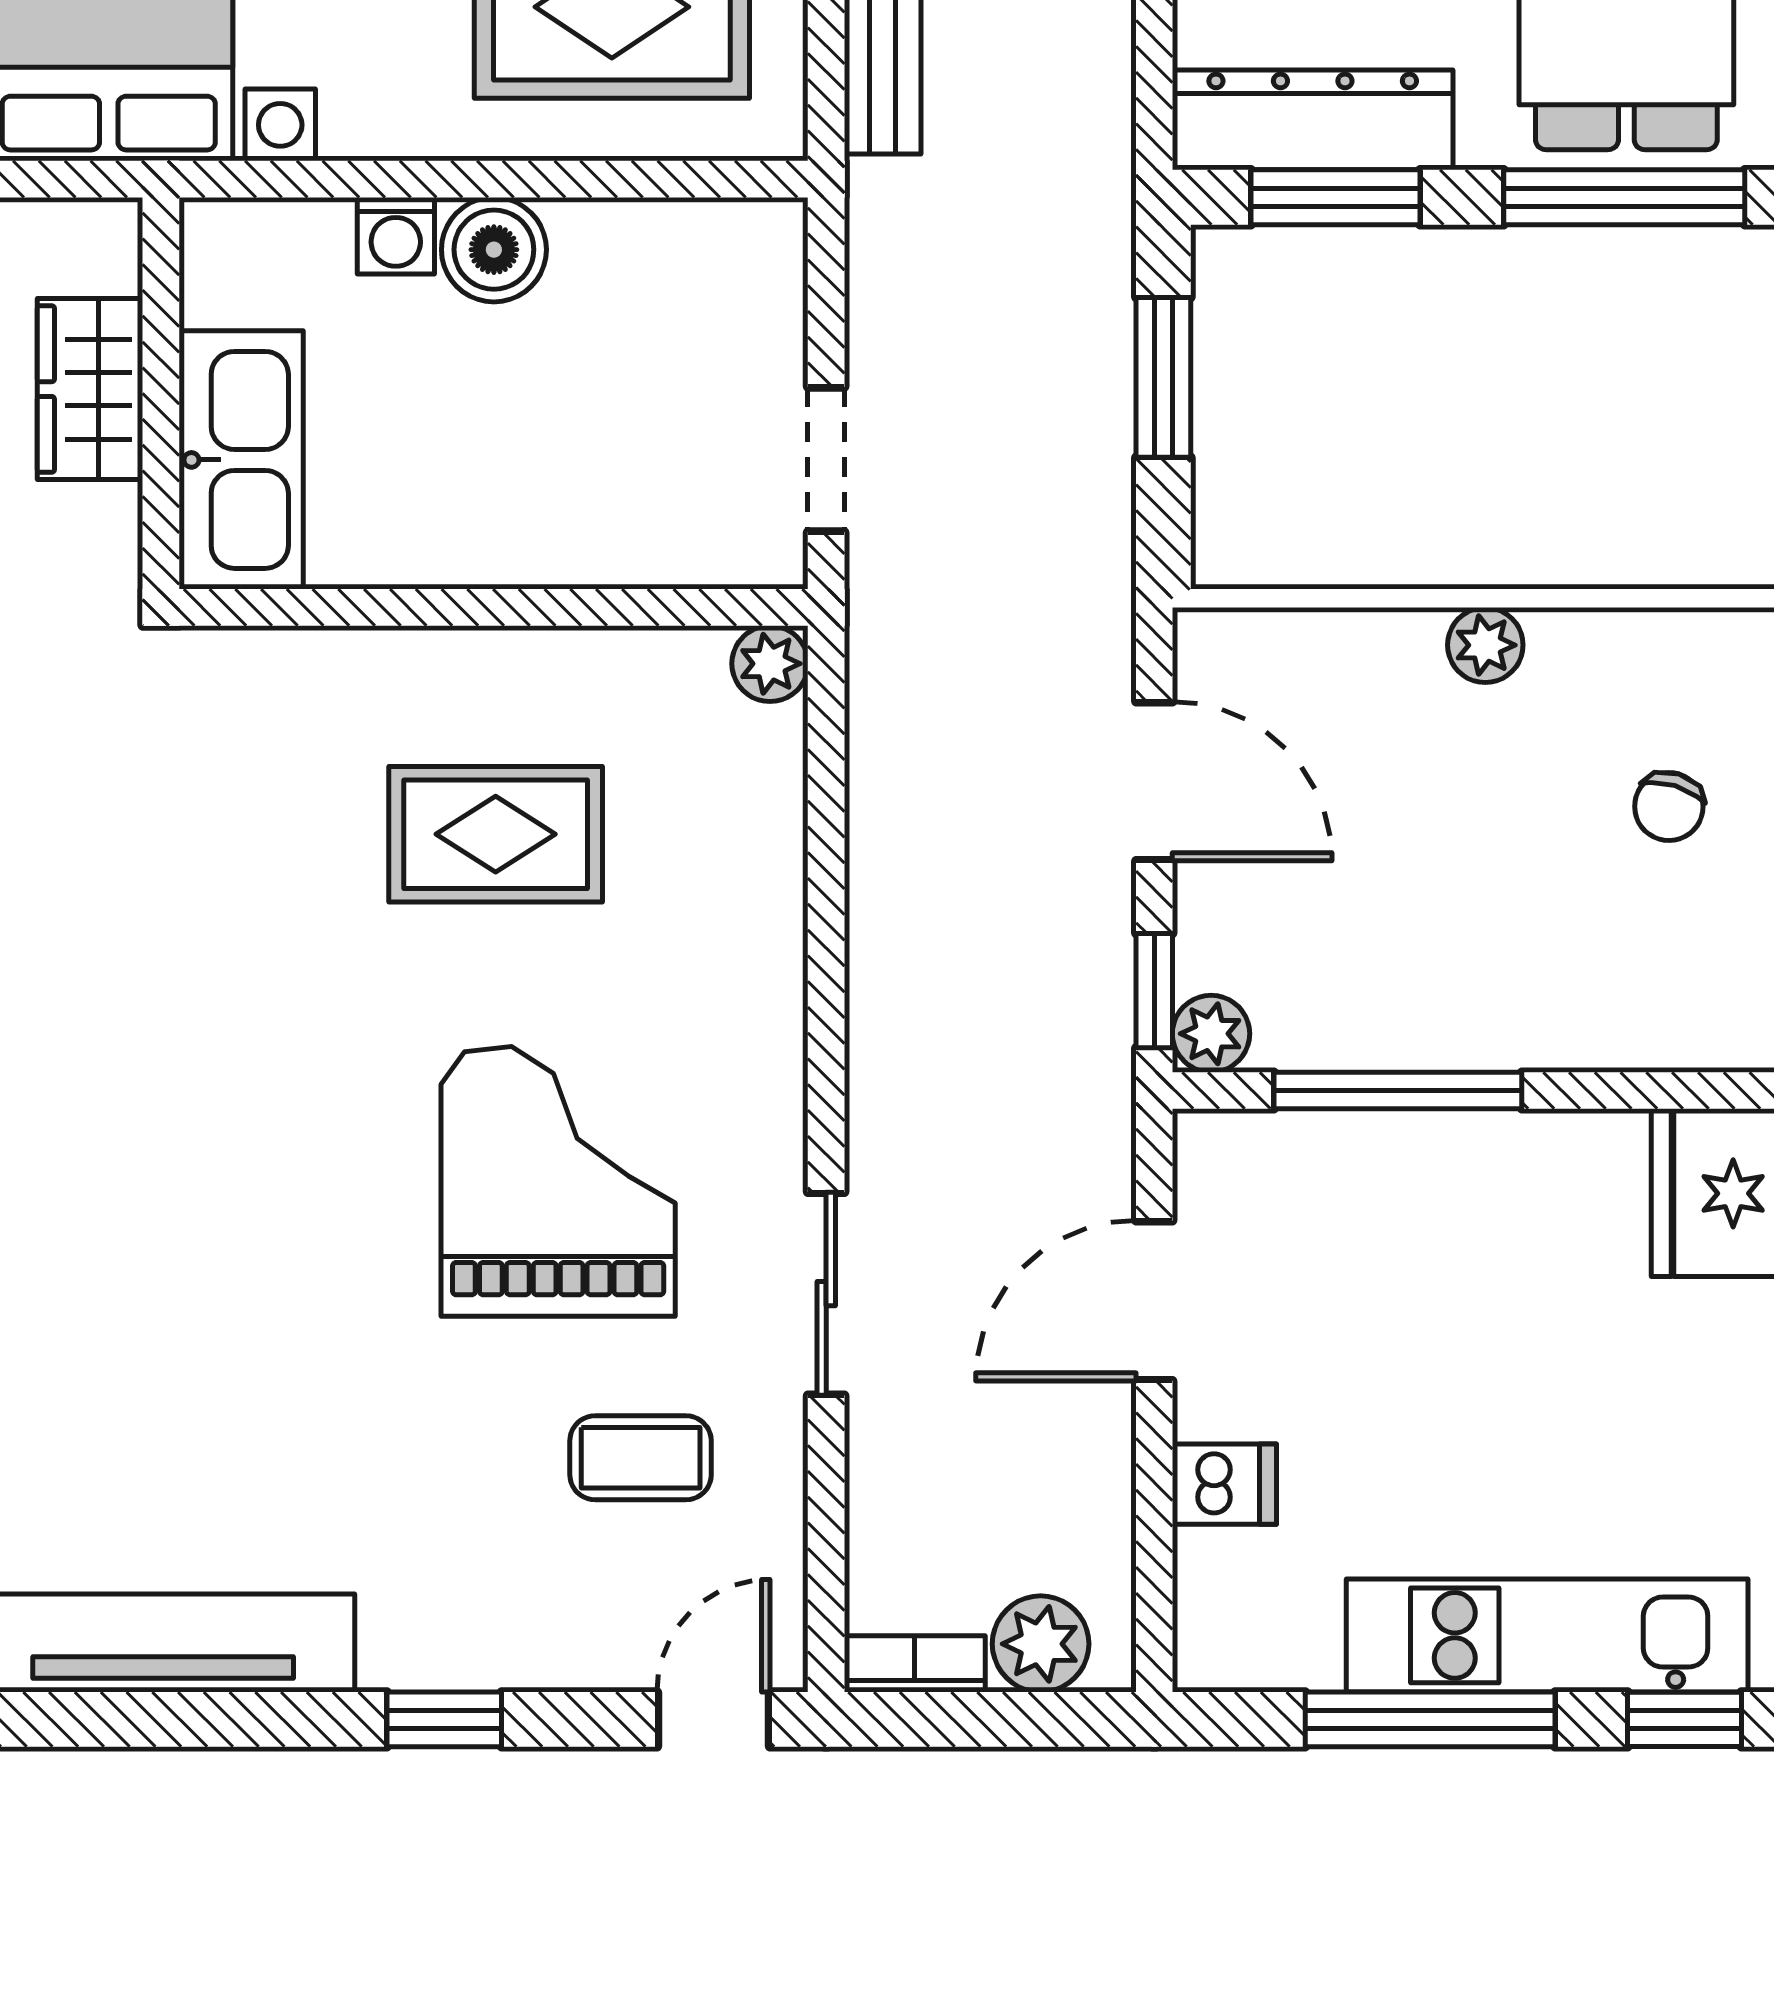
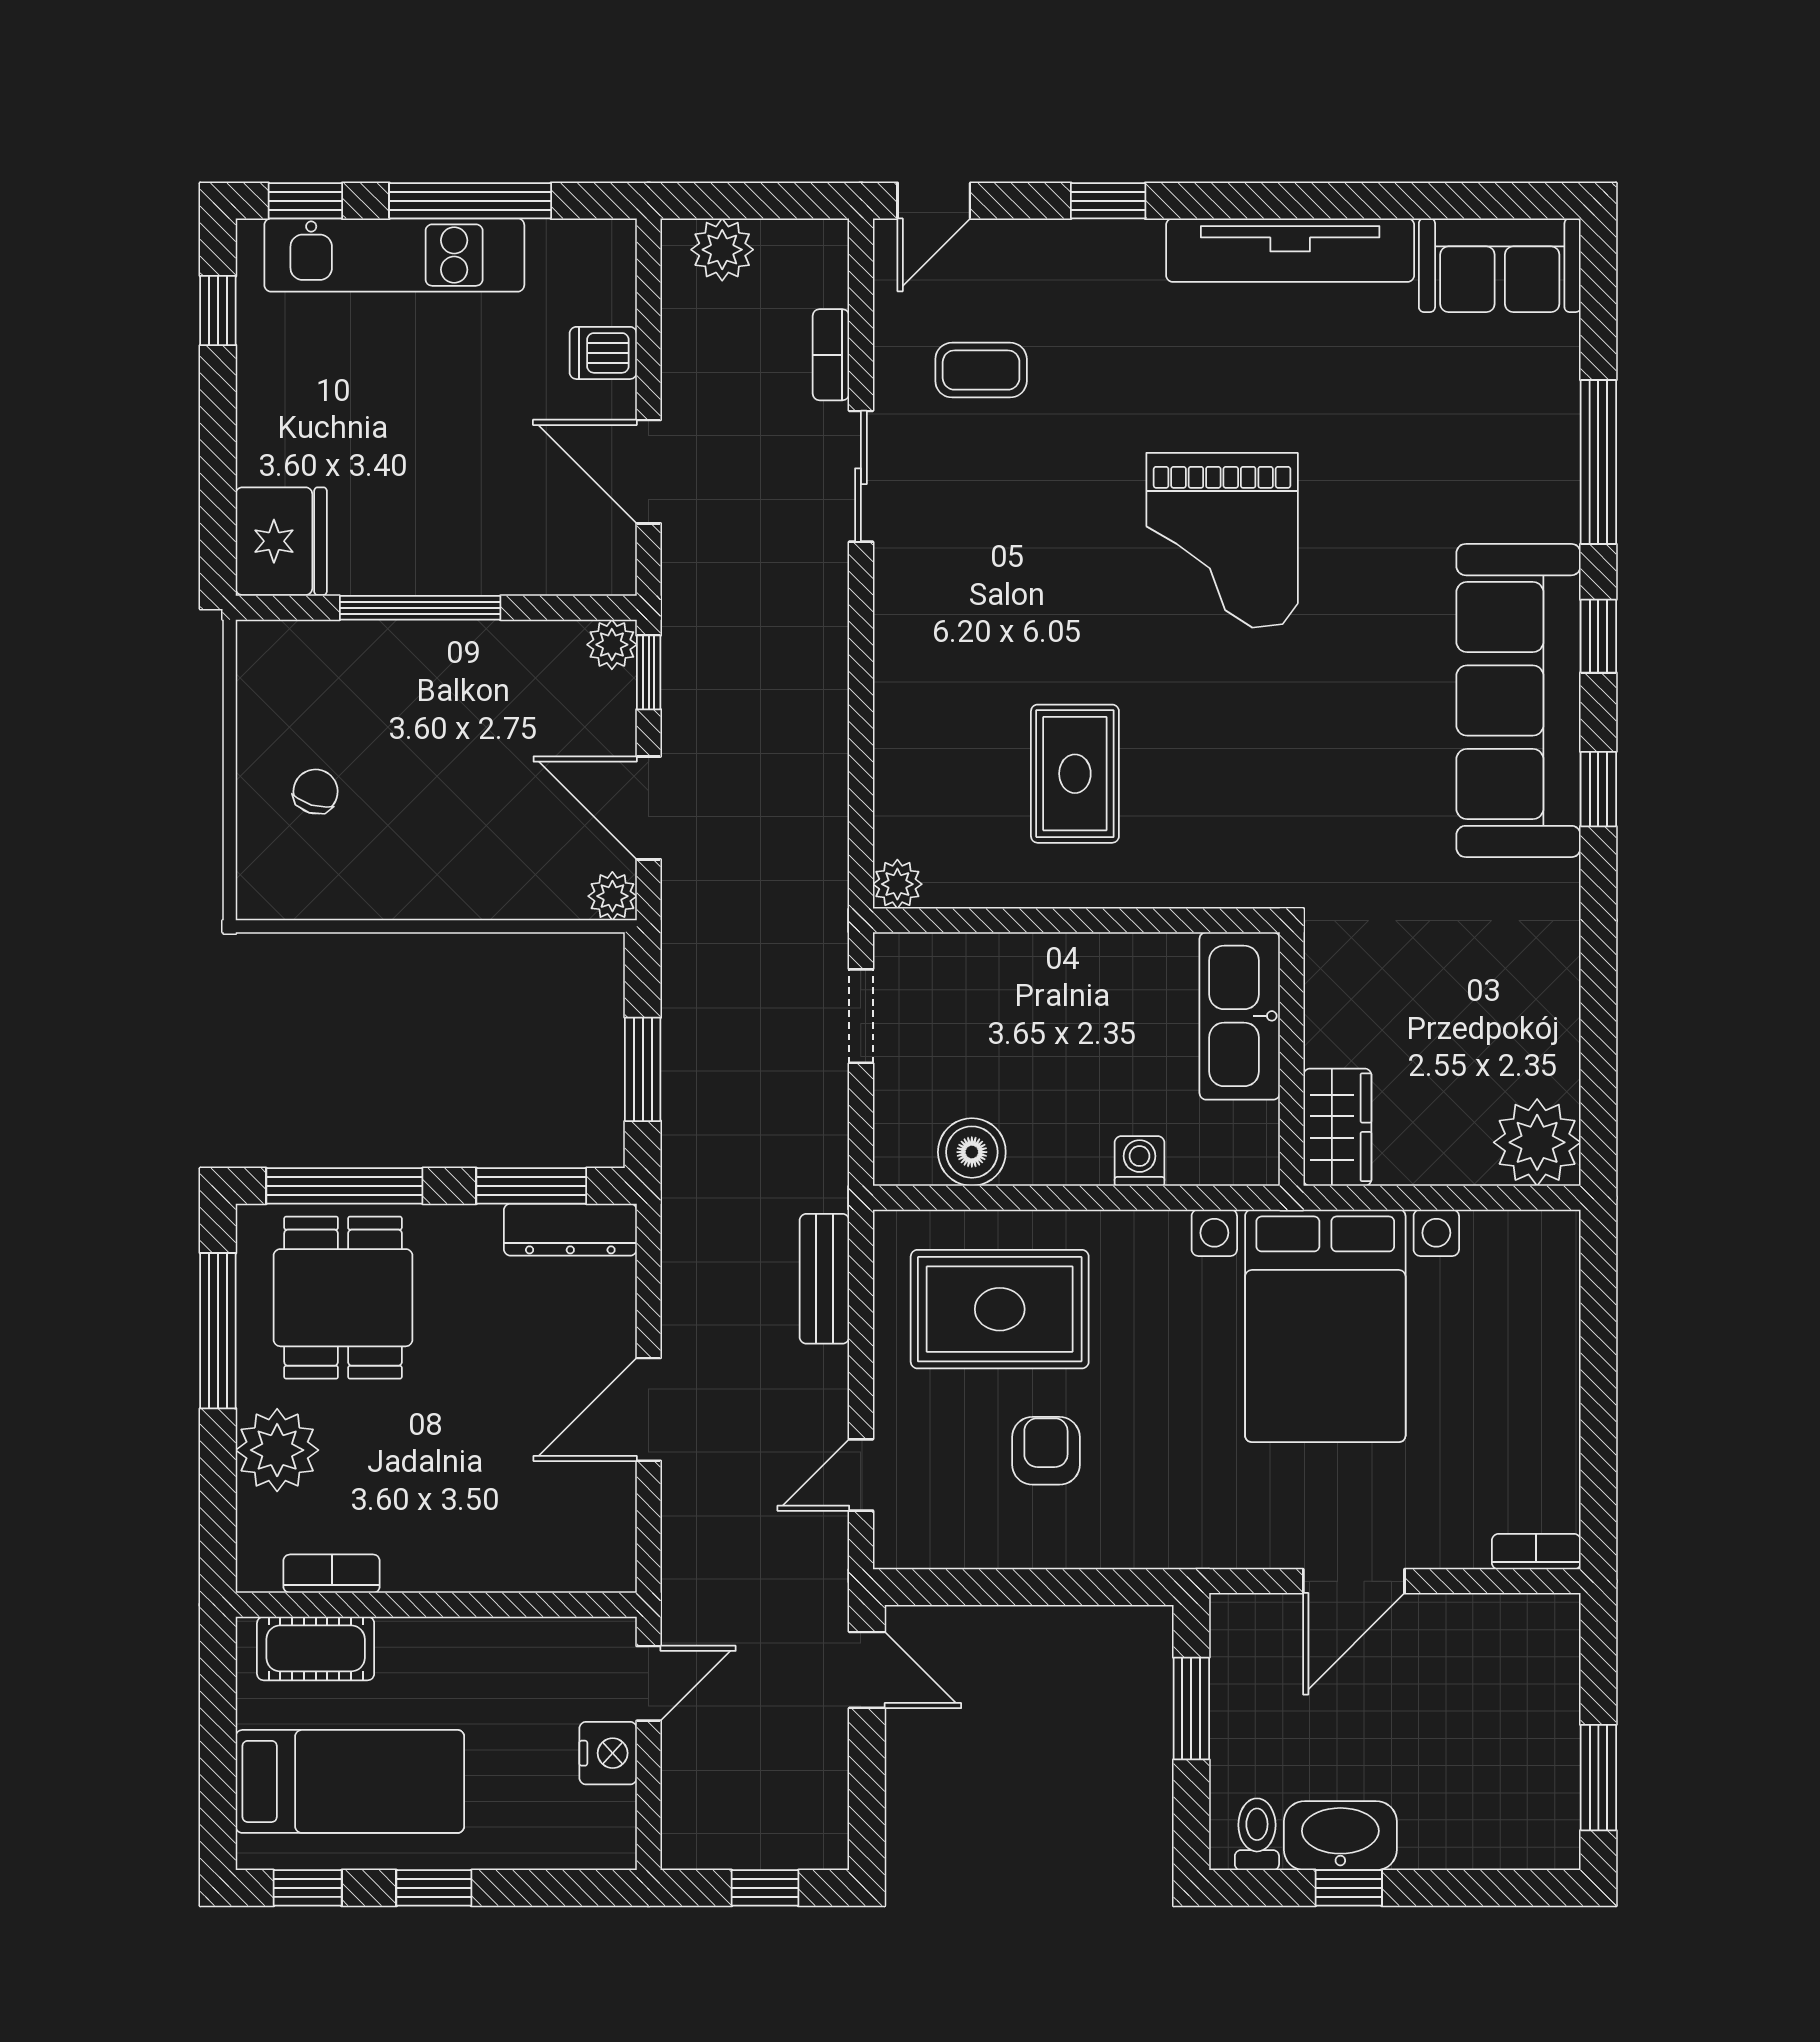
dresser: (1313, 120) -> (570, 1230), width x0.73, depth x0.80
boiler: (494, 250) -> (972, 1152), moved
wardrobe: (90, 389) -> (1337, 1127), moved
plant: (1485, 645) -> (612, 896), moved
rug: (496, 834) -> (1075, 774), turned 90
window: (1398, 1090) -> (420, 608), moved
grand piano: (558, 1181) -> (1222, 540), moved
door: (1154, 1301) -> (649, 472), swing flipped
bookcase: (915, 1664) -> (831, 355), moved, turned 90

